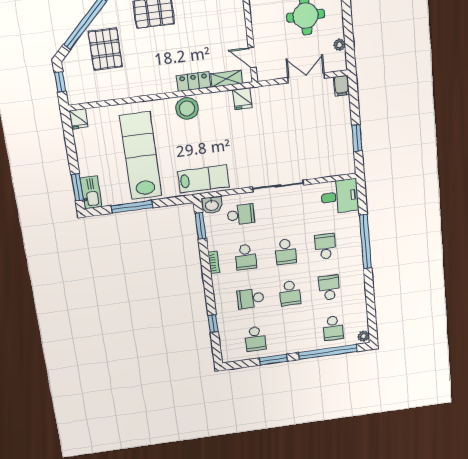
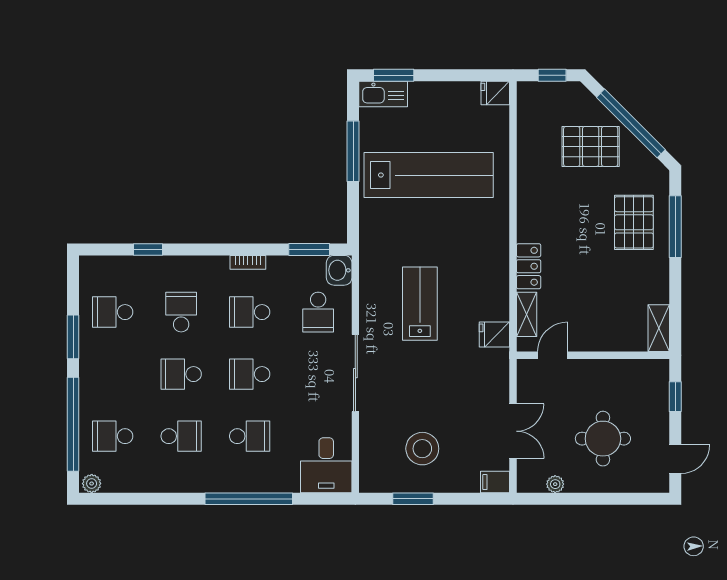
stool: (187, 108) -> (422, 449), moved
lab bench: (203, 179) -> (420, 304), moved, turned 180

